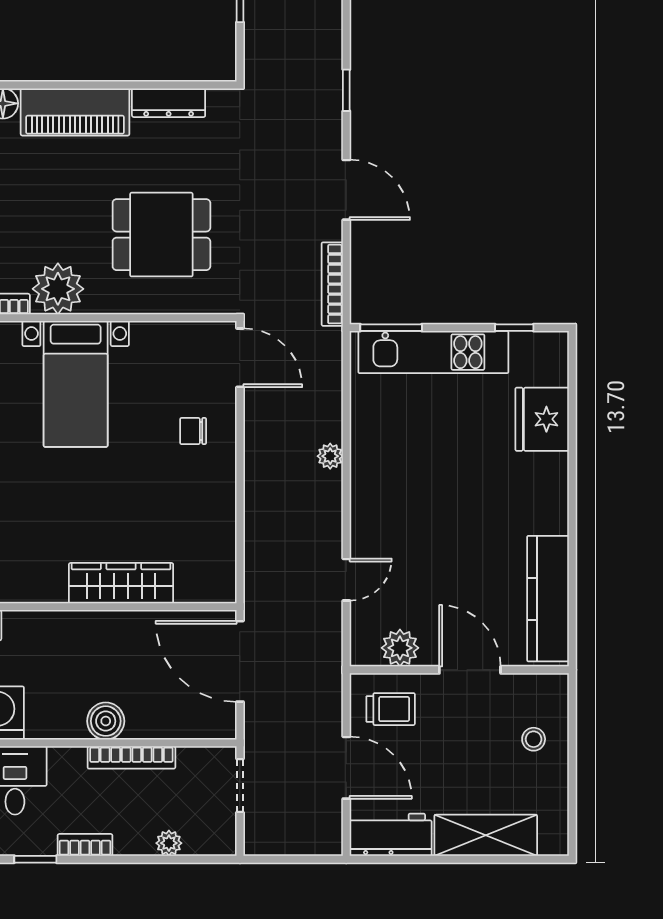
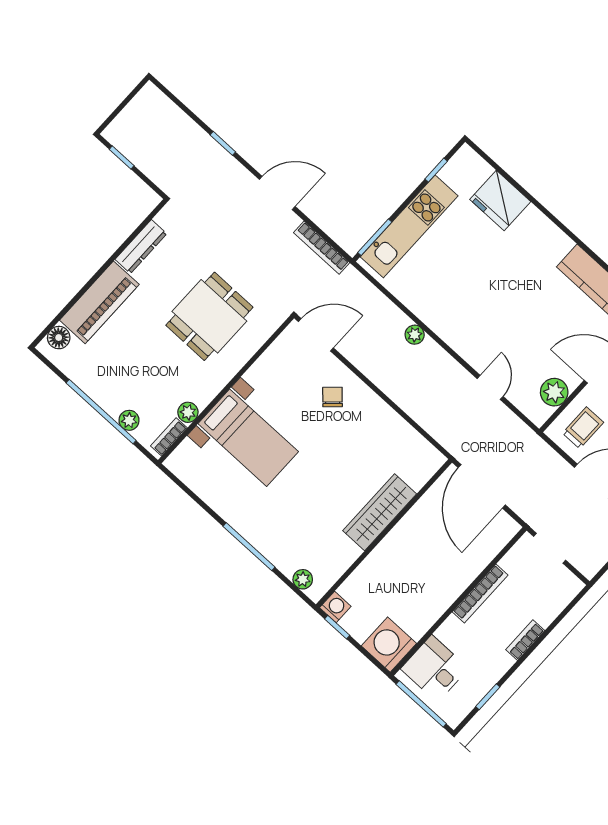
plant: (58, 289) -> (188, 412), width x0.53, depth x0.53
chair: (193, 431) -> (333, 397), turned 137
door: (240, 661) -> (482, 486), hinge flipped
boiler: (106, 721) -> (447, 589), removed
plant: (169, 843) -> (546, 616), removed
bookcase: (85, 845) -> (525, 640), moved

